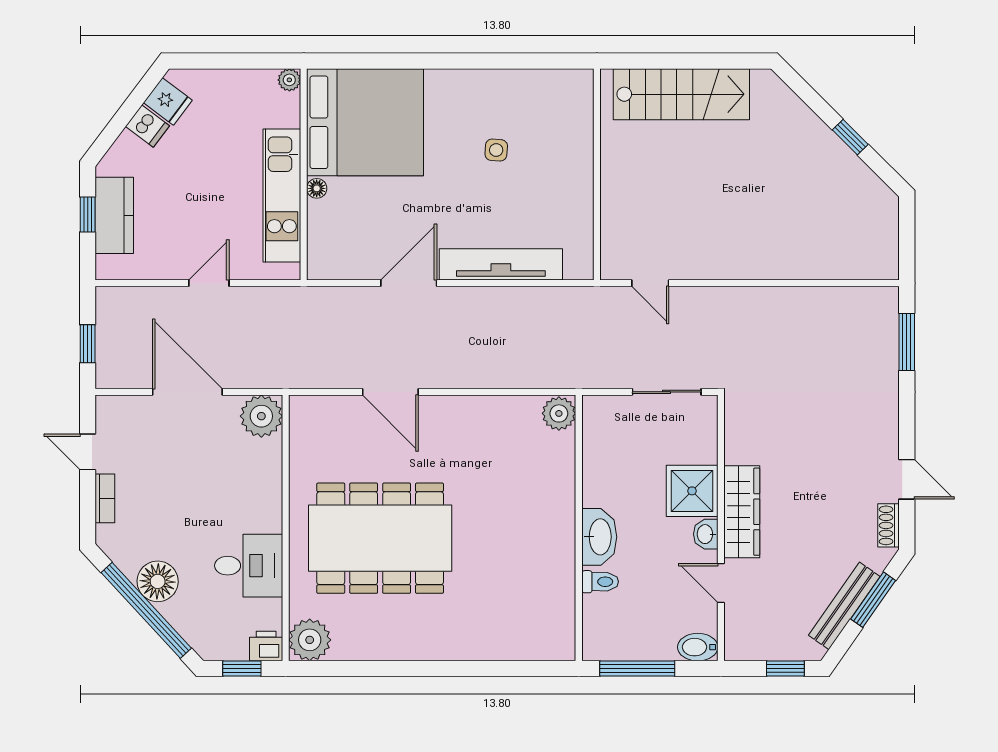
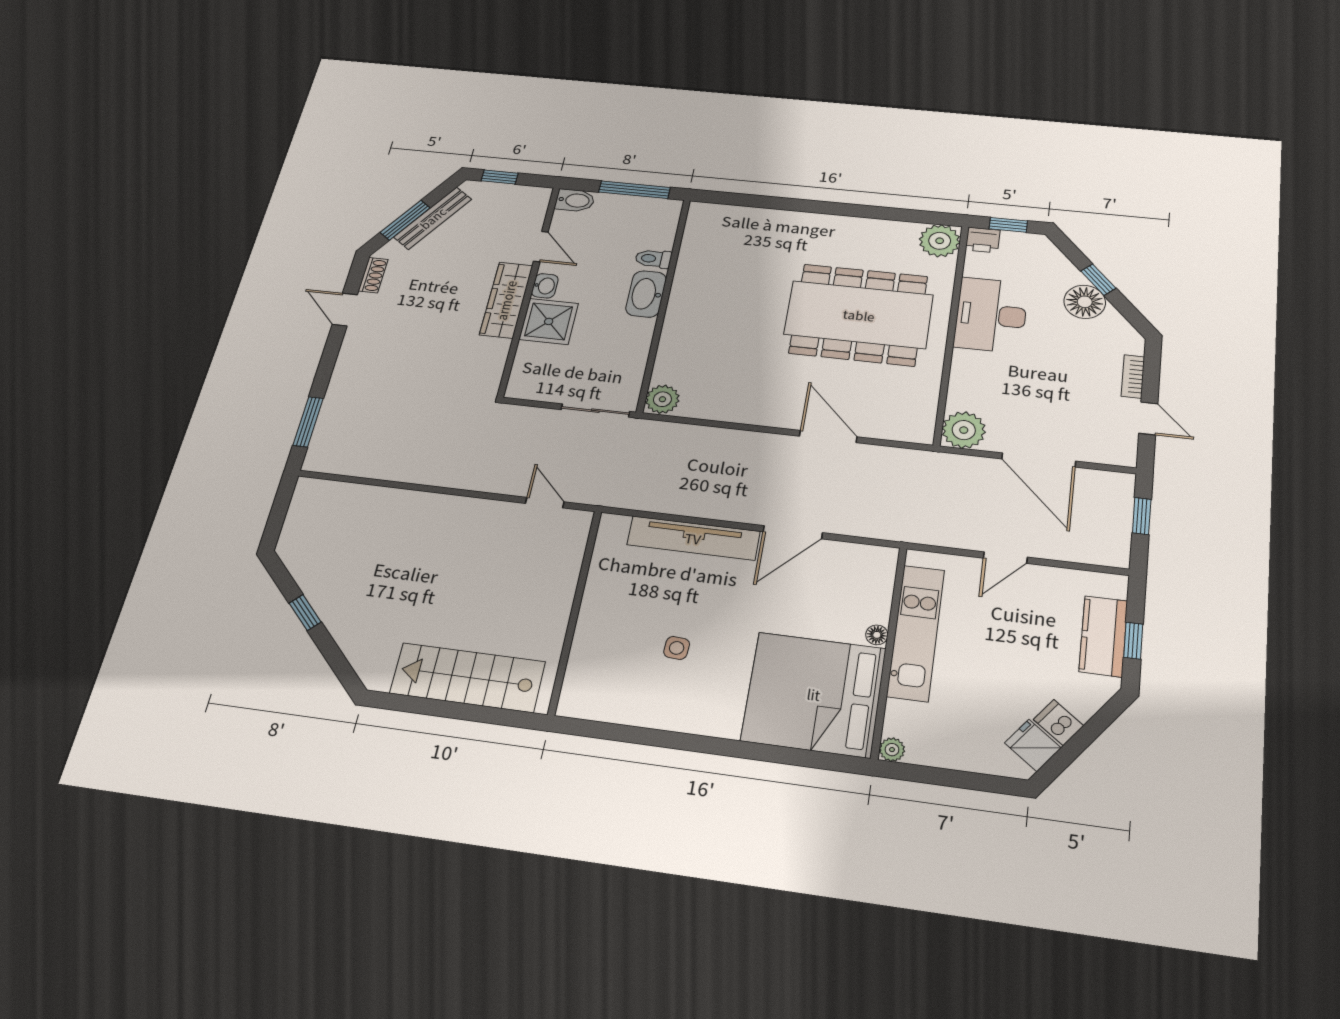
sliding door: (667, 392) -> (595, 411), moved
desk: (249, 566) -> (991, 315), width x1.37
window: (146, 610) -> (1098, 280), width x0.32

